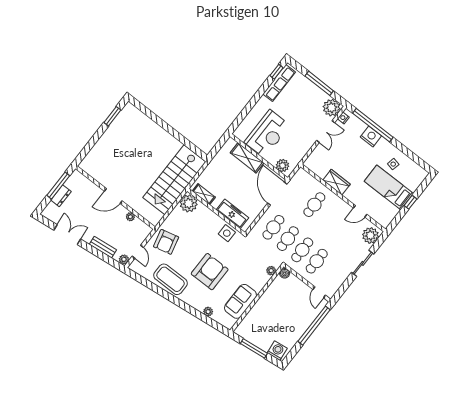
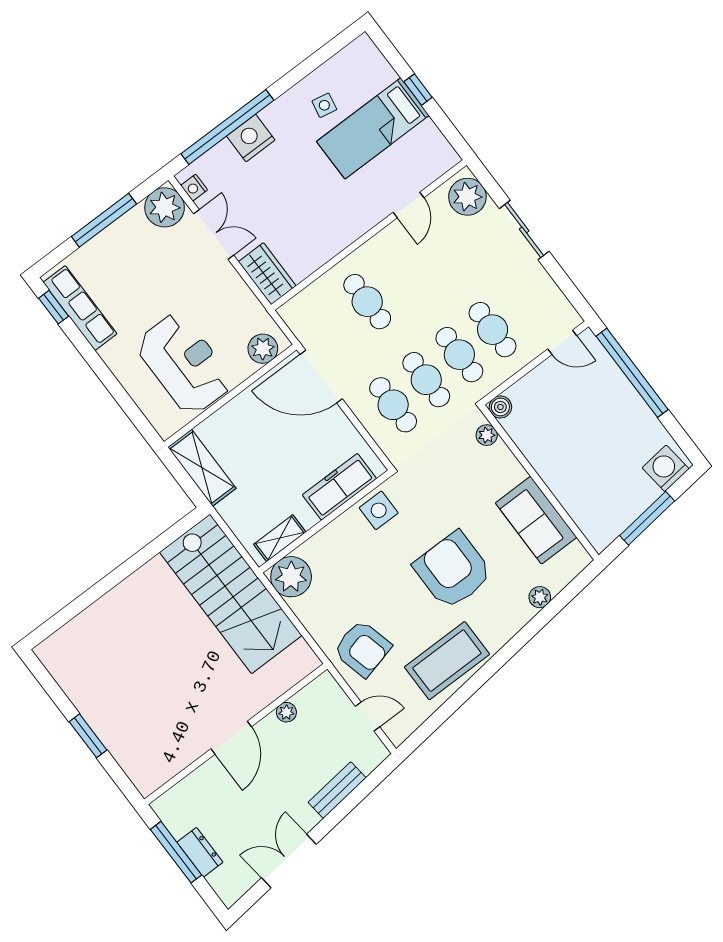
window: (112, 116) -> (88, 736), moved
shelving: (247, 158) -> (202, 468), moved, turned 90
wardrobe: (337, 182) -> (267, 274), moved, turned 90
plant: (124, 259) -> (376, 751), removed

